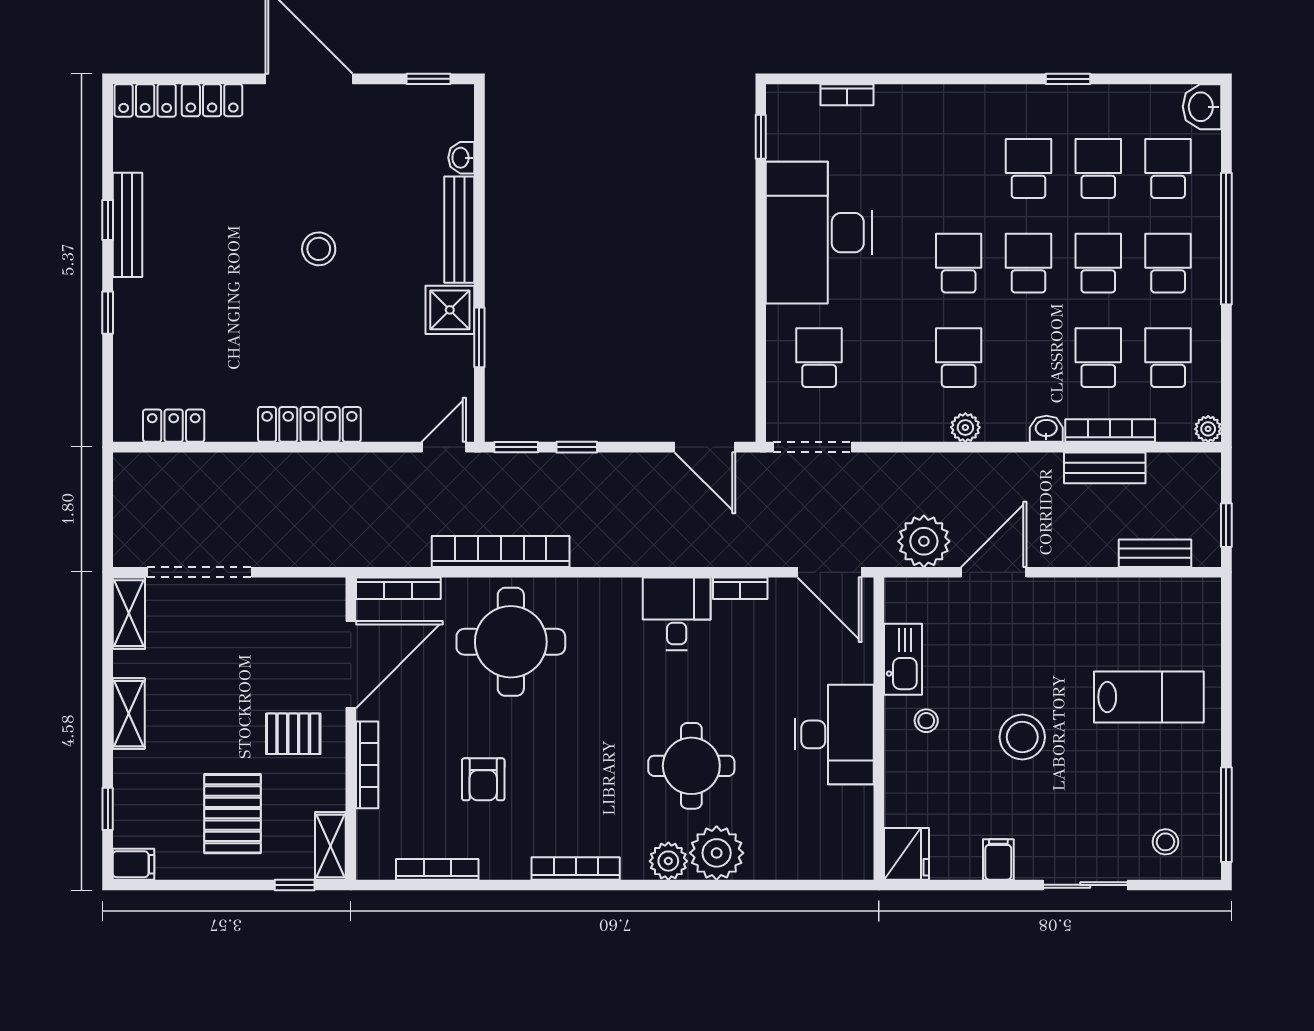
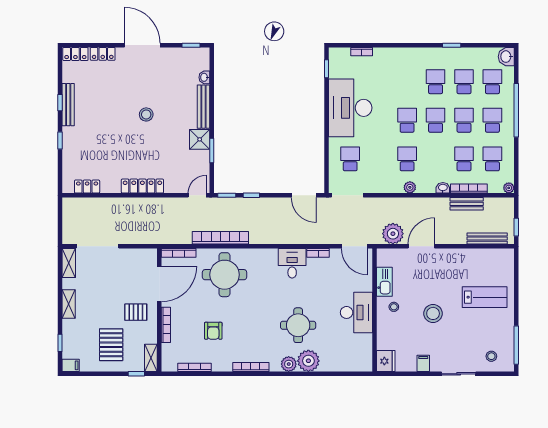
bench: (1155, 553) -> (487, 239), width x1.36

